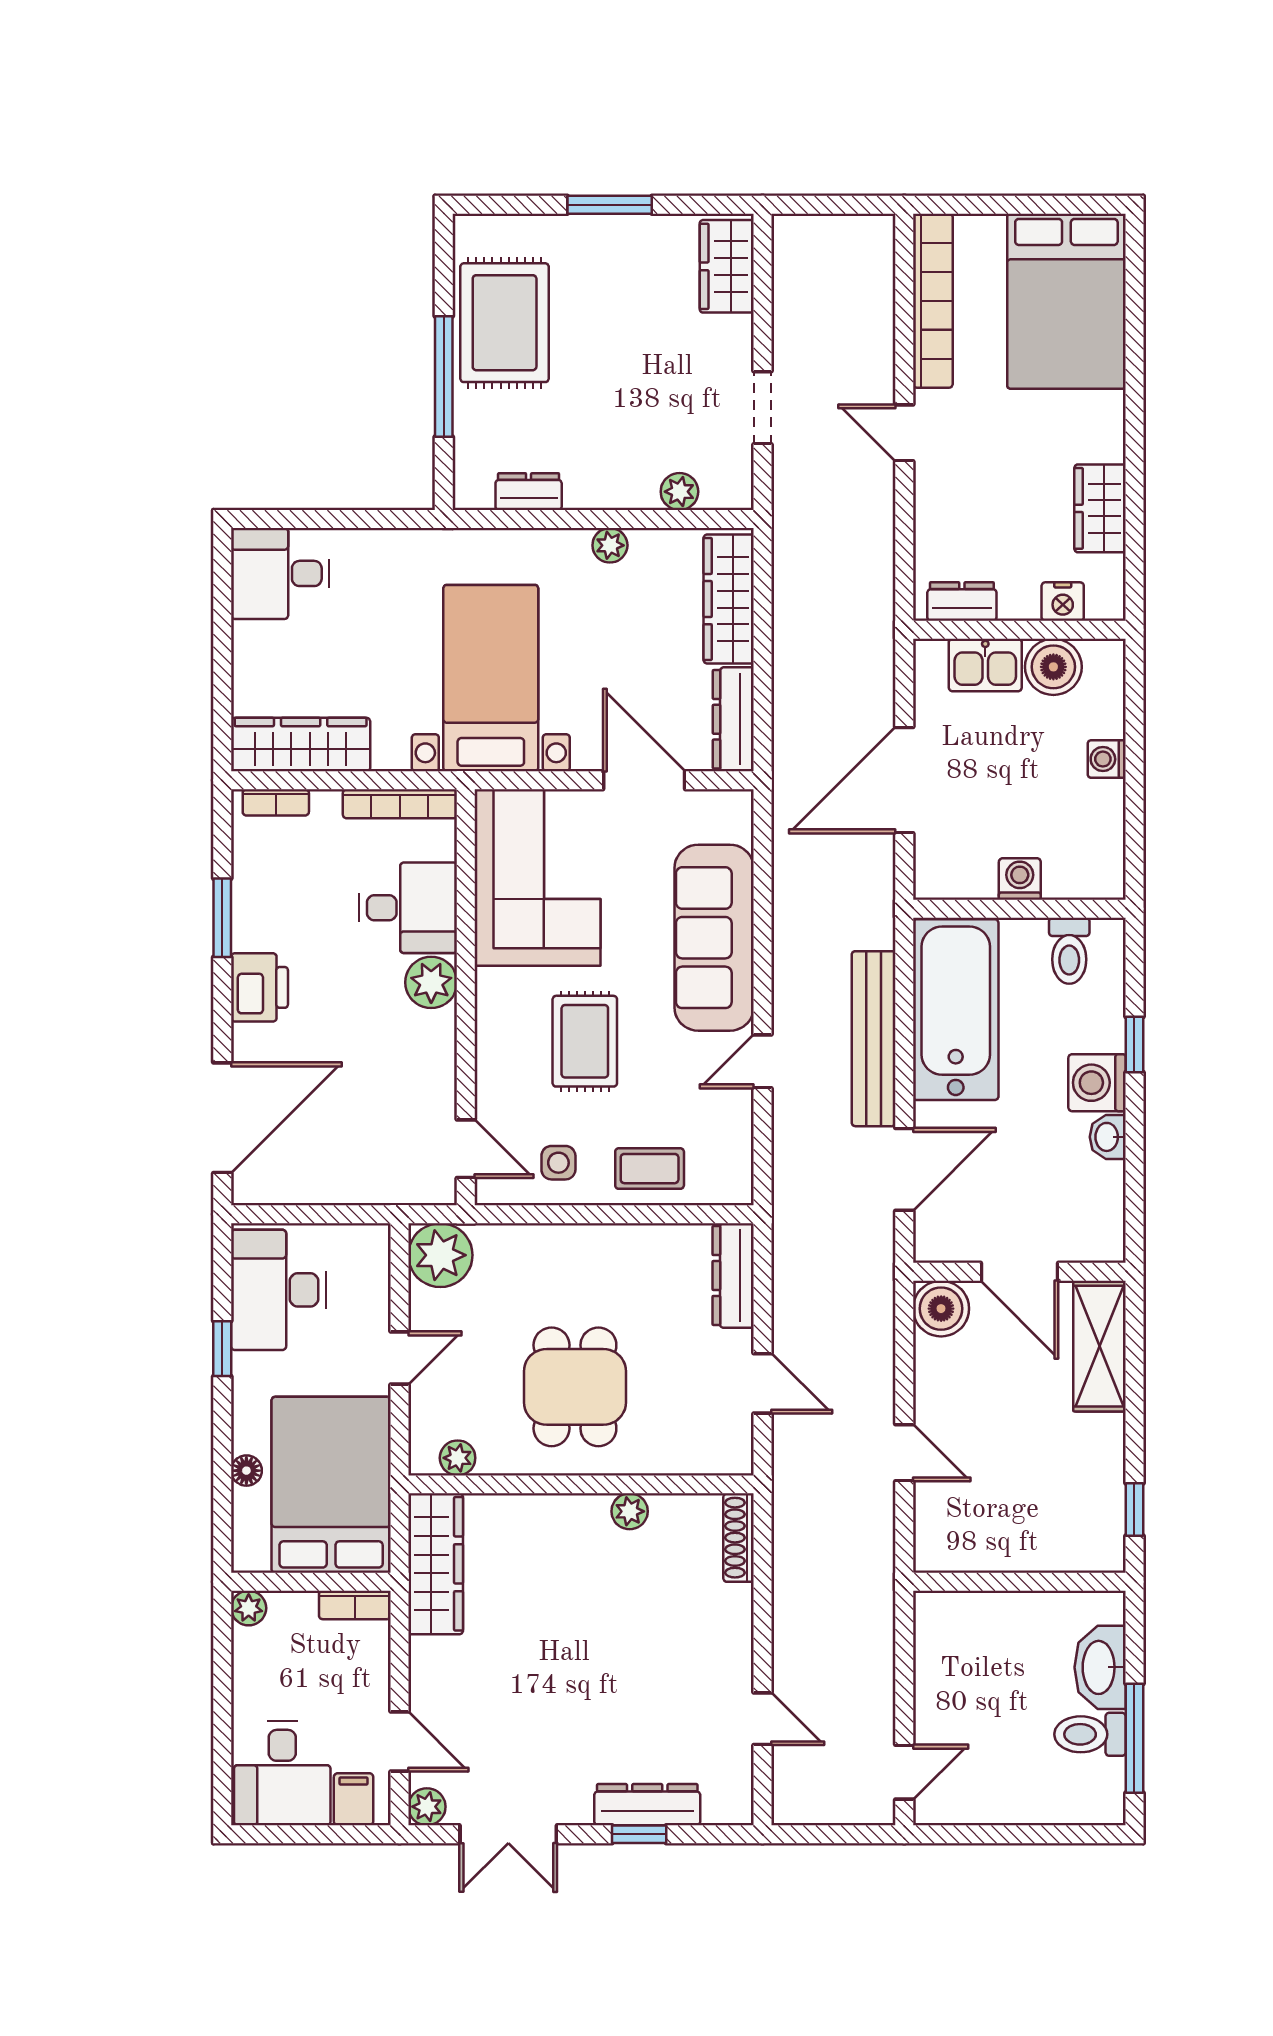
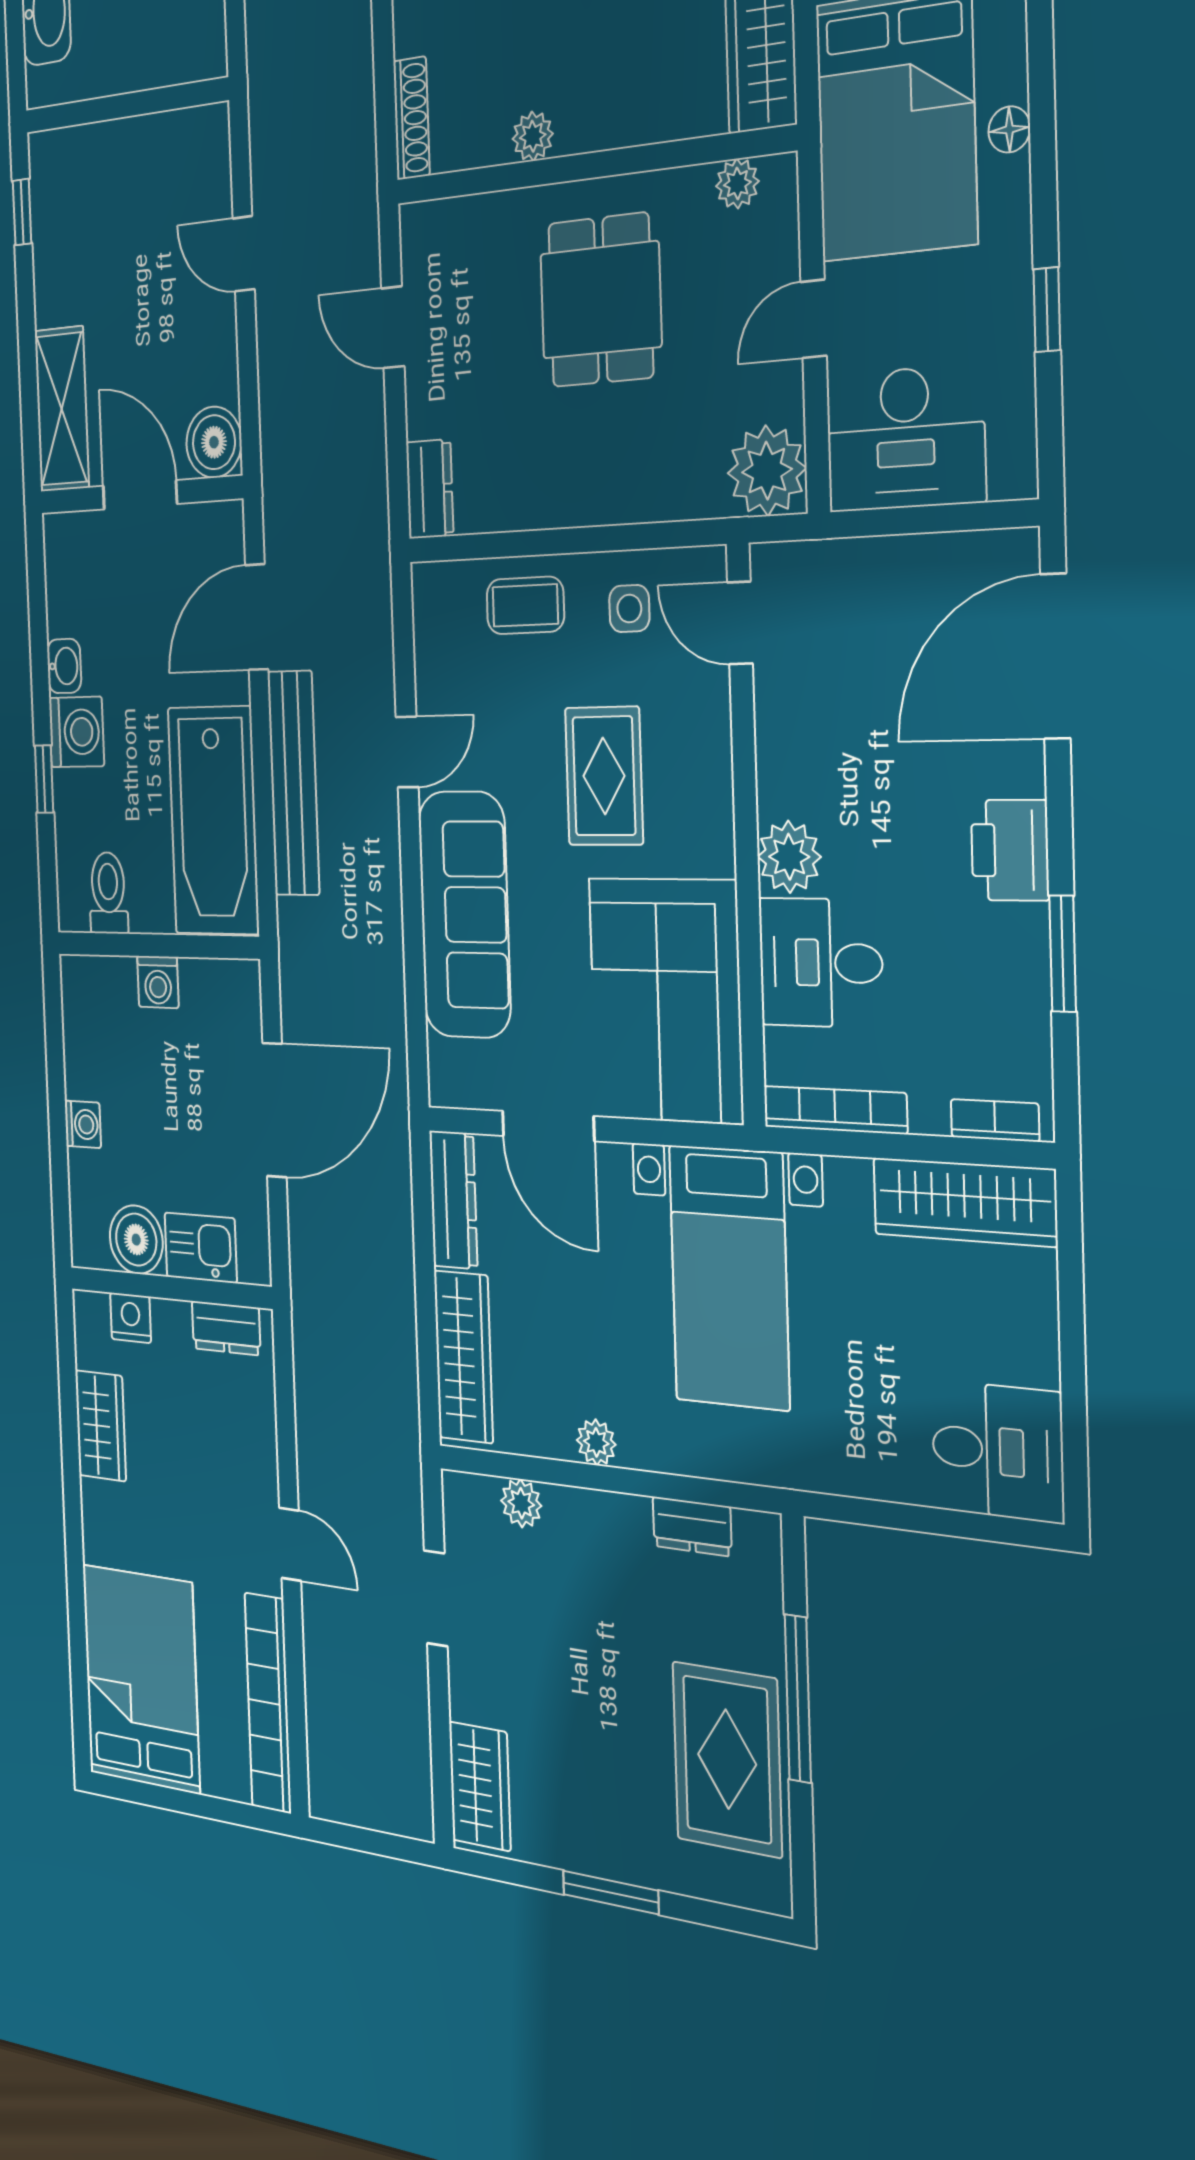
dresser: (733, 1276) -> (430, 489), width x0.70
desk: (278, 1290) -> (905, 438), moved, turned 90

